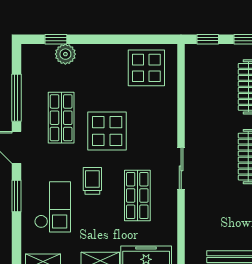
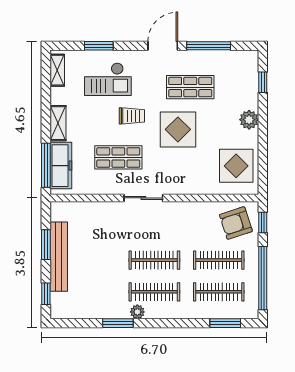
plant: (65, 54) -> (249, 120), moved
armchair: (208, 68) -> (236, 223), added
window: (16, 196) -> (99, 46), moved

